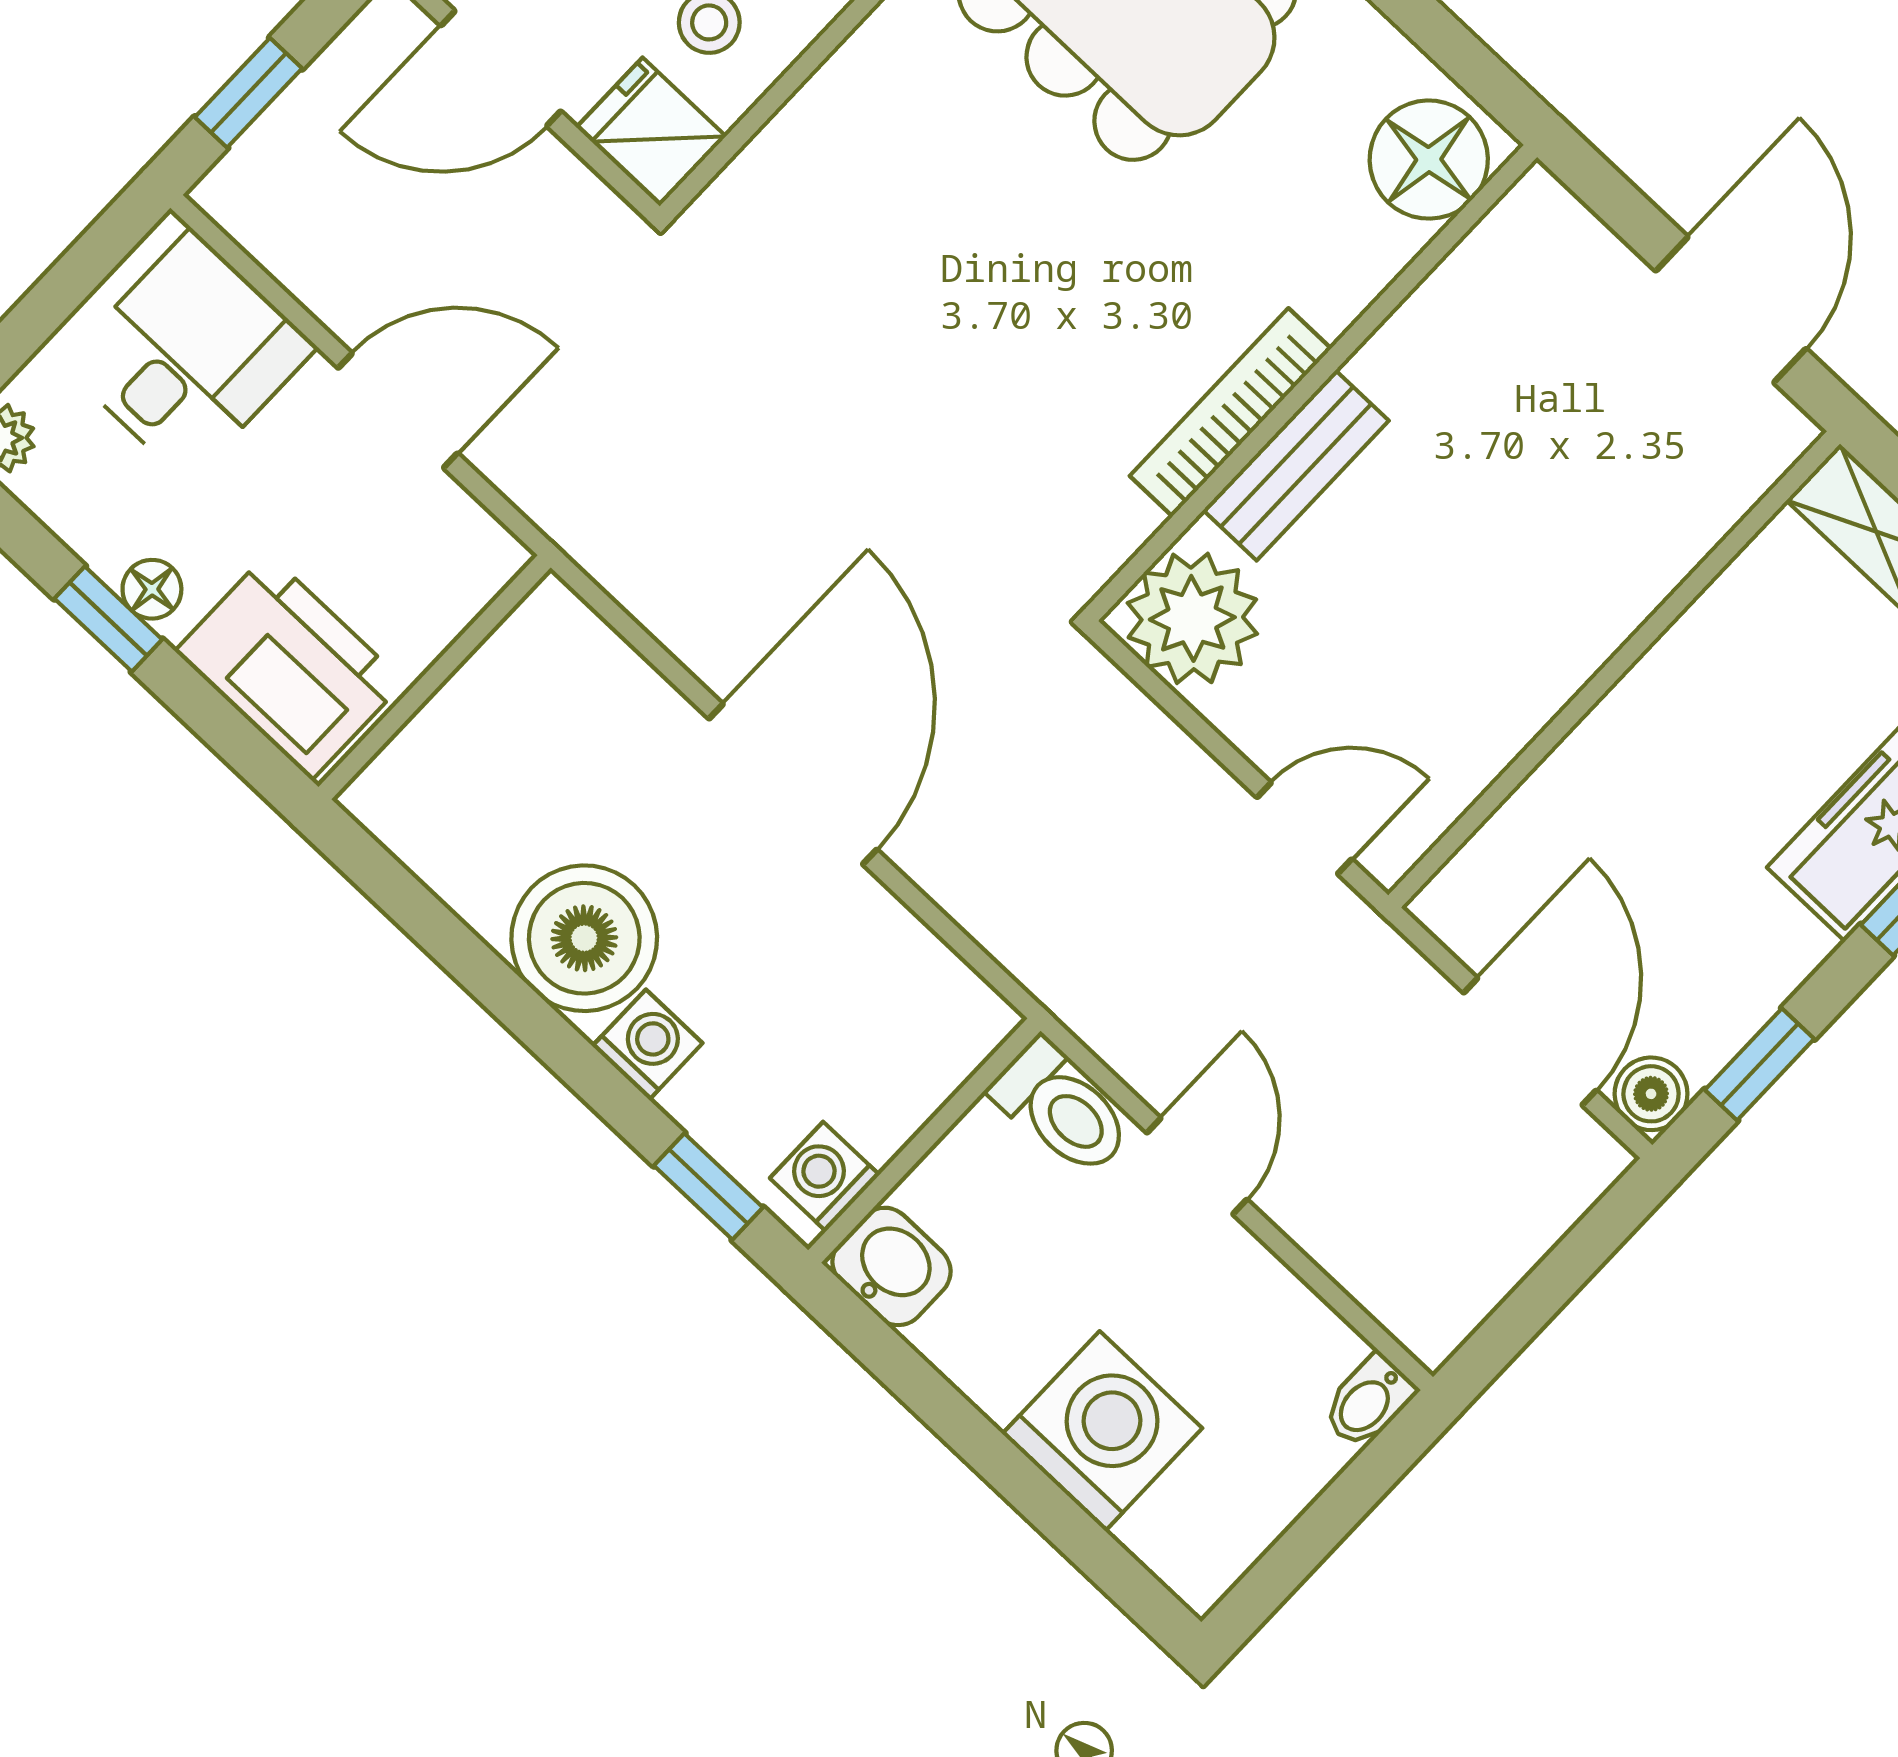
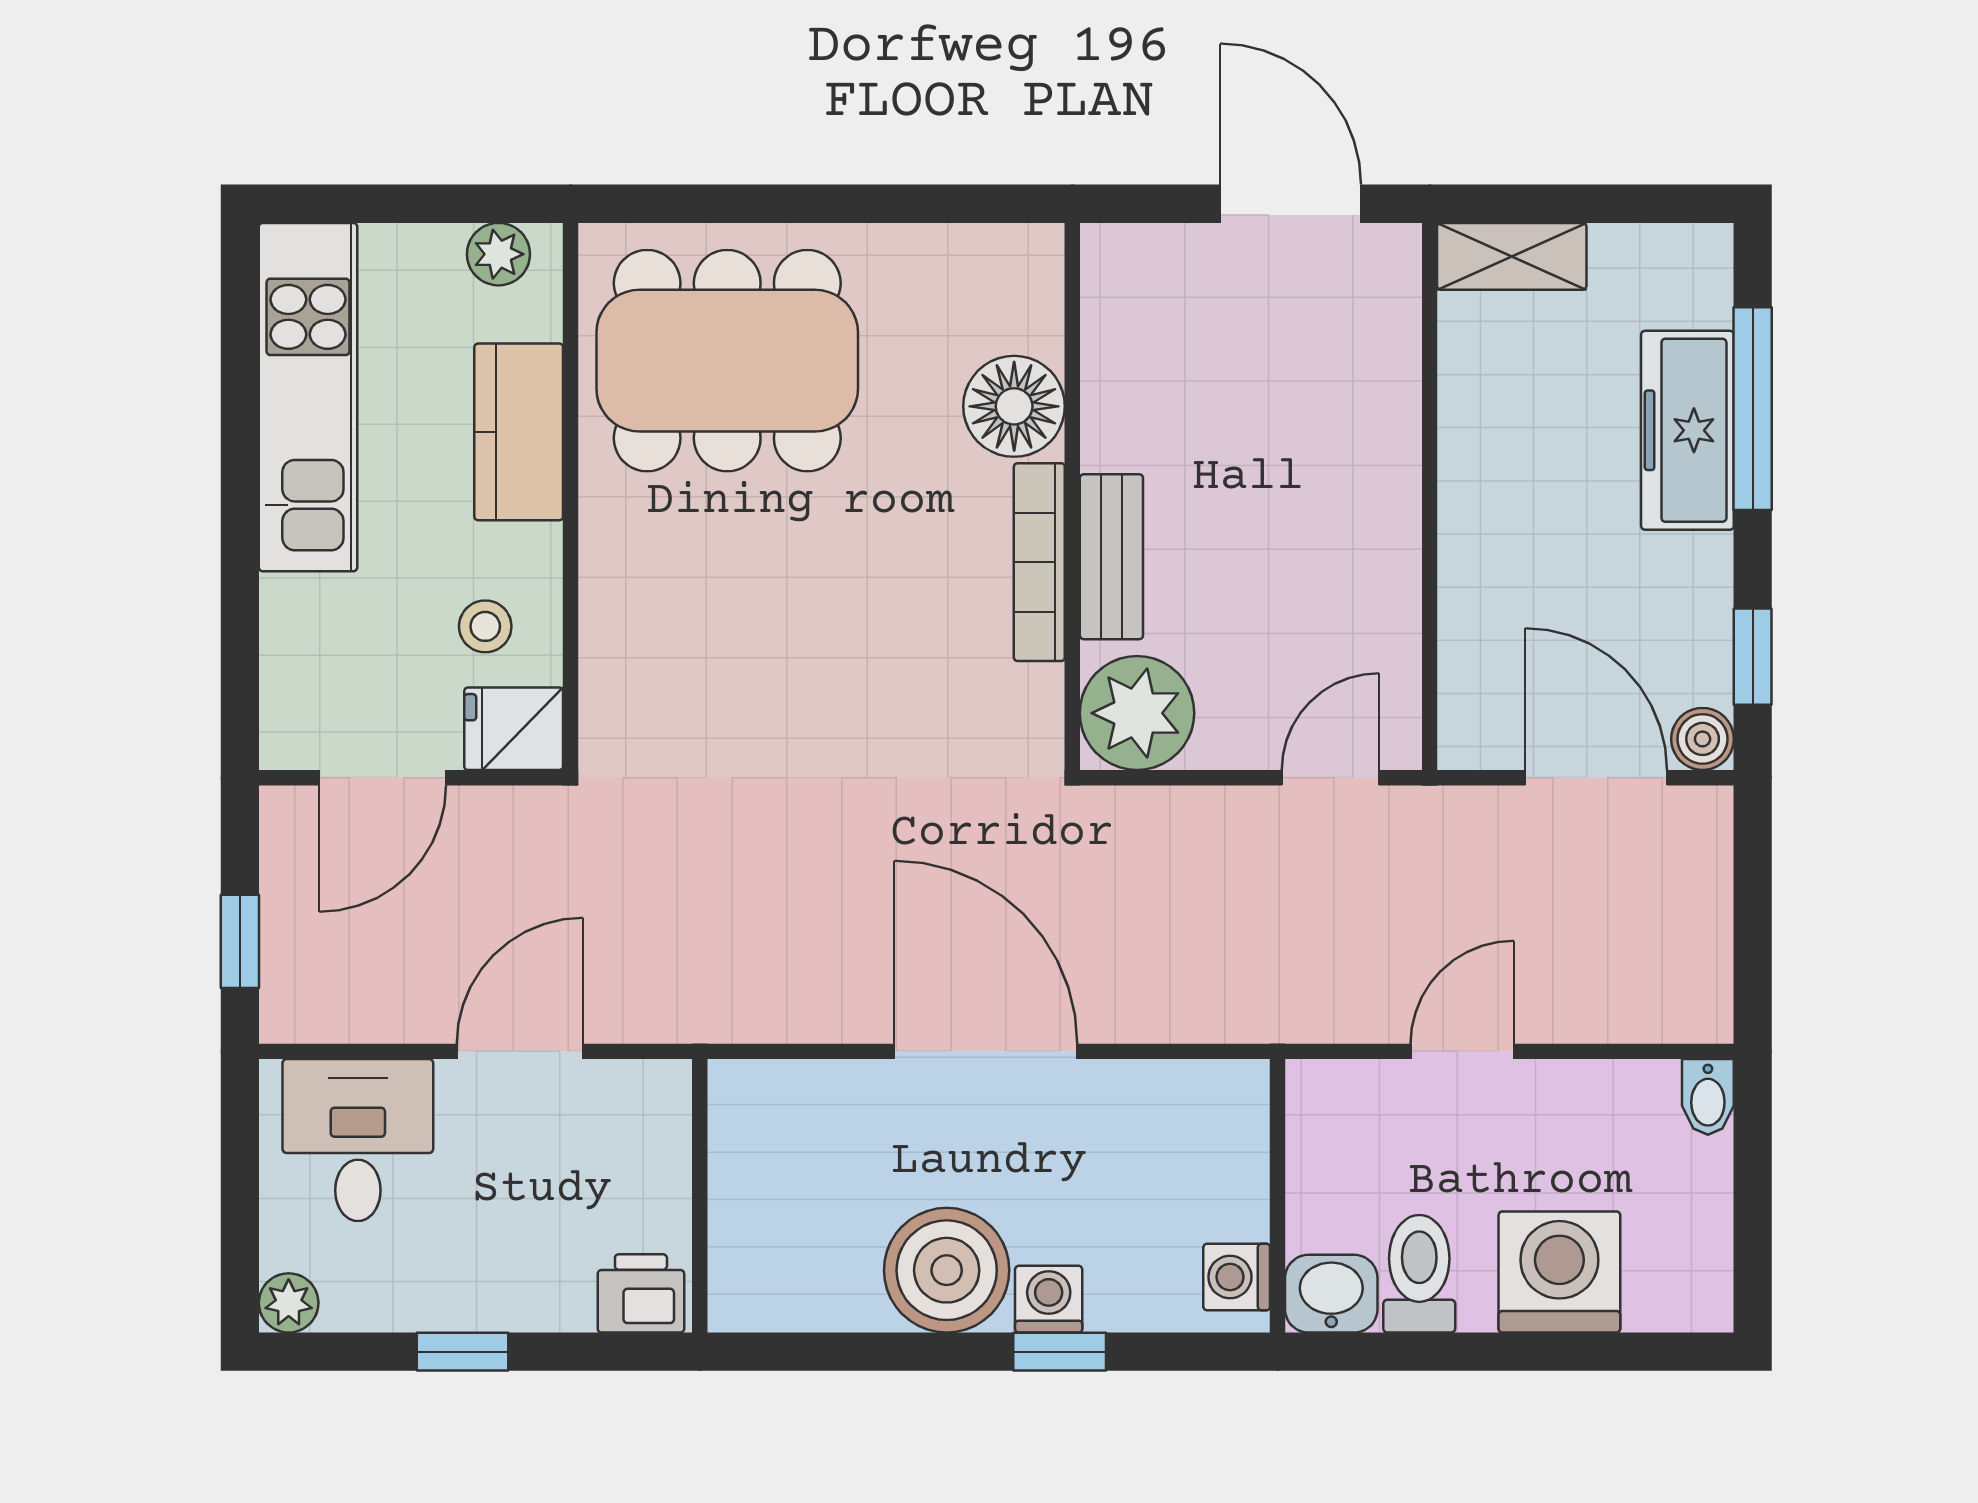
floor lamp: (1429, 160) -> (1014, 406), moved
floor lamp: (152, 589) -> (472, 1307), removed
printer: (290, 667) -> (641, 1293), width x0.53, depth x0.68
toilet: (1062, 1108) -> (1419, 1274), moved, turned -90
door: (1197, 1166) -> (1462, 1051), hinge flipped
window: (708, 1187) -> (1060, 1352), moved

